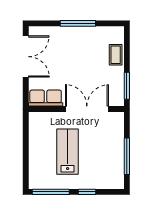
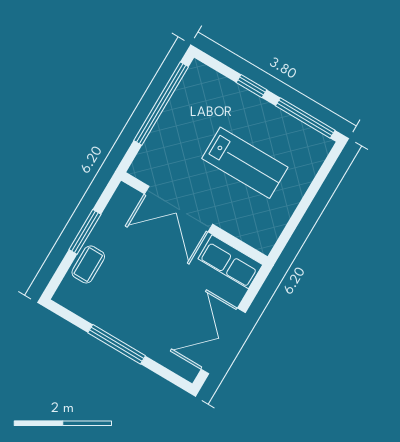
window: (127, 86) -> (85, 232), moved
lab bench: (68, 152) -> (245, 163), turned -90
window: (127, 156) -> (161, 104), width x1.46

